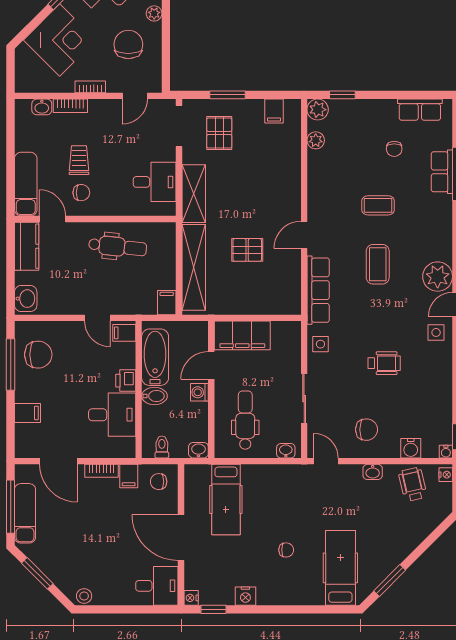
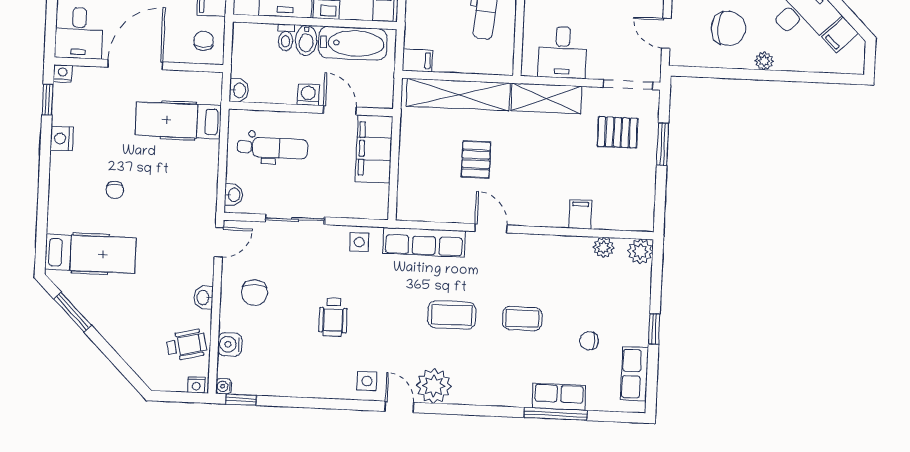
window: (342, 95) -> (654, 329), moved
filing cabinet: (274, 111) -> (580, 214), moved, turned 90
coffee table: (378, 205) -> (522, 318), turned 90
toilet: (162, 447) -> (286, 38), moved, turned 90

